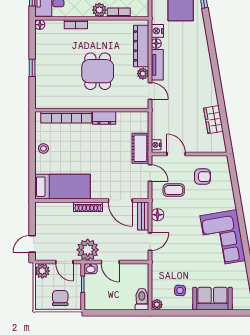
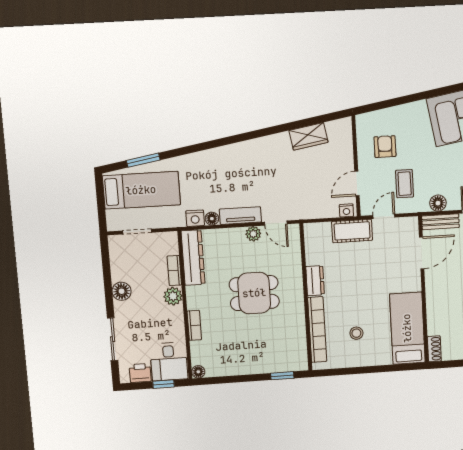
dresser: (141, 46) -> (193, 258), moved, turned -90
window: (32, 68) -> (282, 376), moved
door: (150, 91) -> (276, 223), swing flipped
stool: (43, 148) -> (356, 333), moved
shoe rack: (88, 207) -> (434, 349), moved, width x0.70

